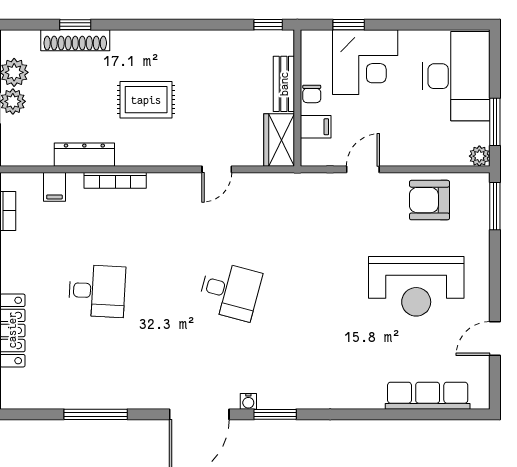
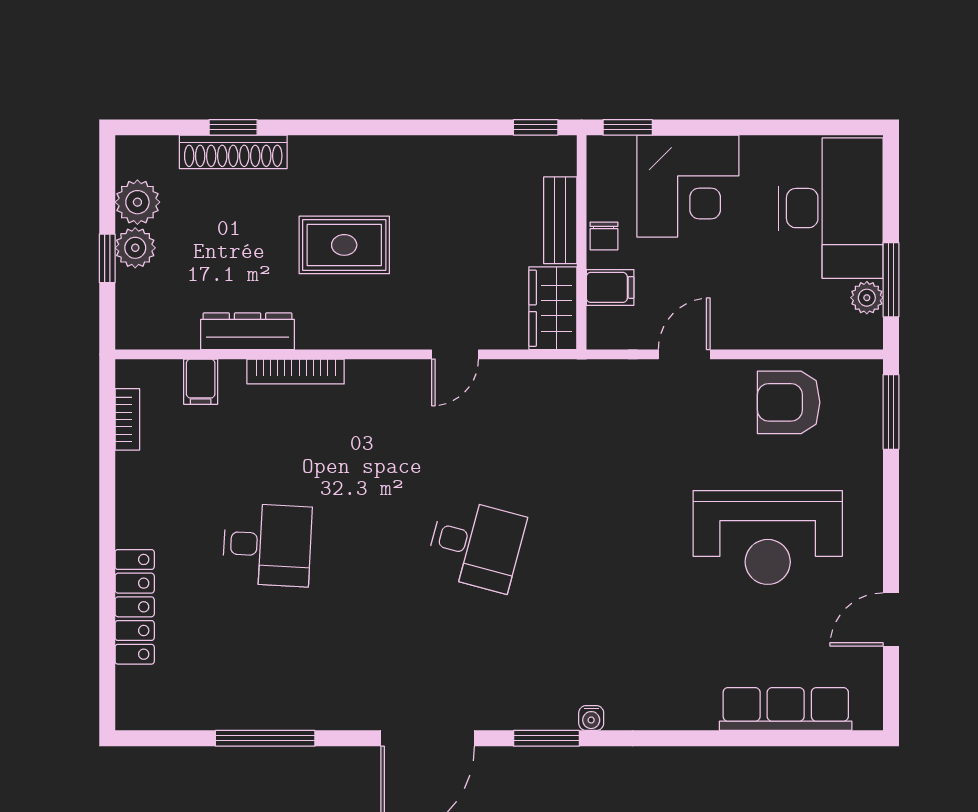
window: (349, 25) -> (628, 127), moved
plant: (479, 156) -> (867, 298), moved
water cooler: (248, 401) -> (591, 718), moved

